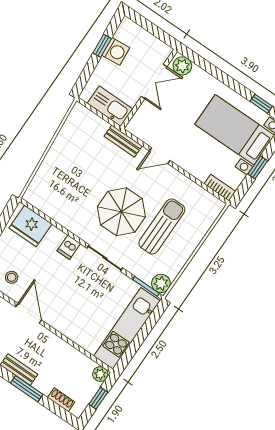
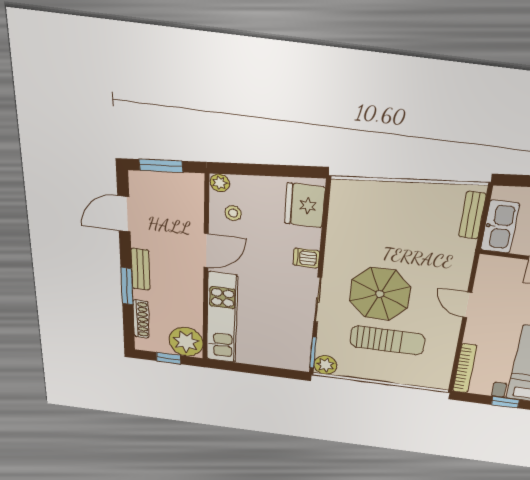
bench: (123, 141) -> (472, 215), moved
bookcase: (220, 188) -> (465, 368), width x1.56
kitchen unit: (127, 328) -> (222, 318), moved, turned 90
plant: (100, 374) -> (186, 342), width x1.87, depth x1.87
shoe rack: (61, 400) -> (141, 319), width x1.43

